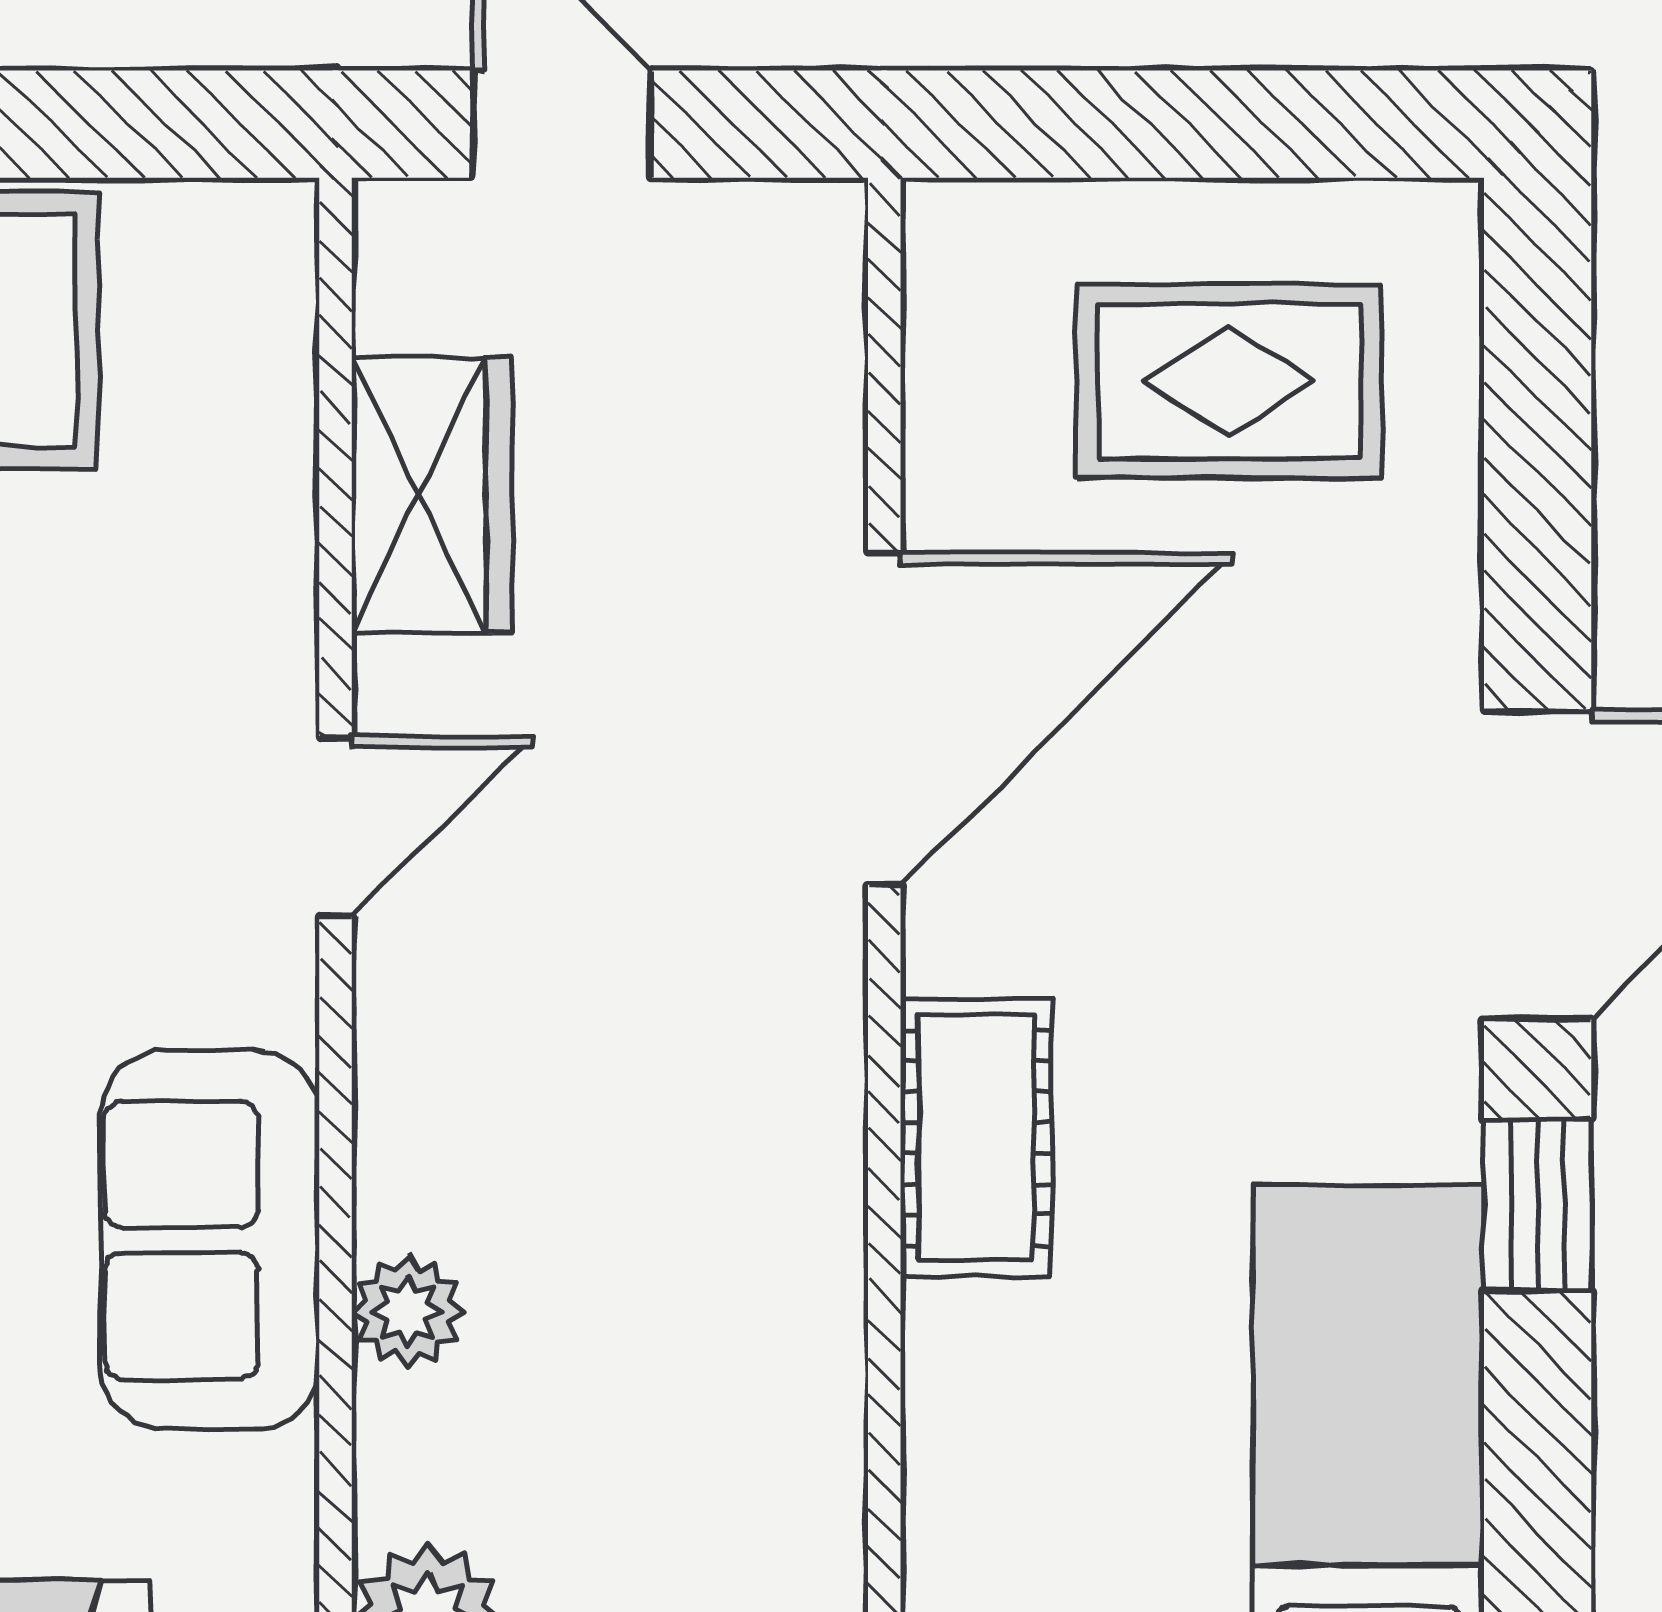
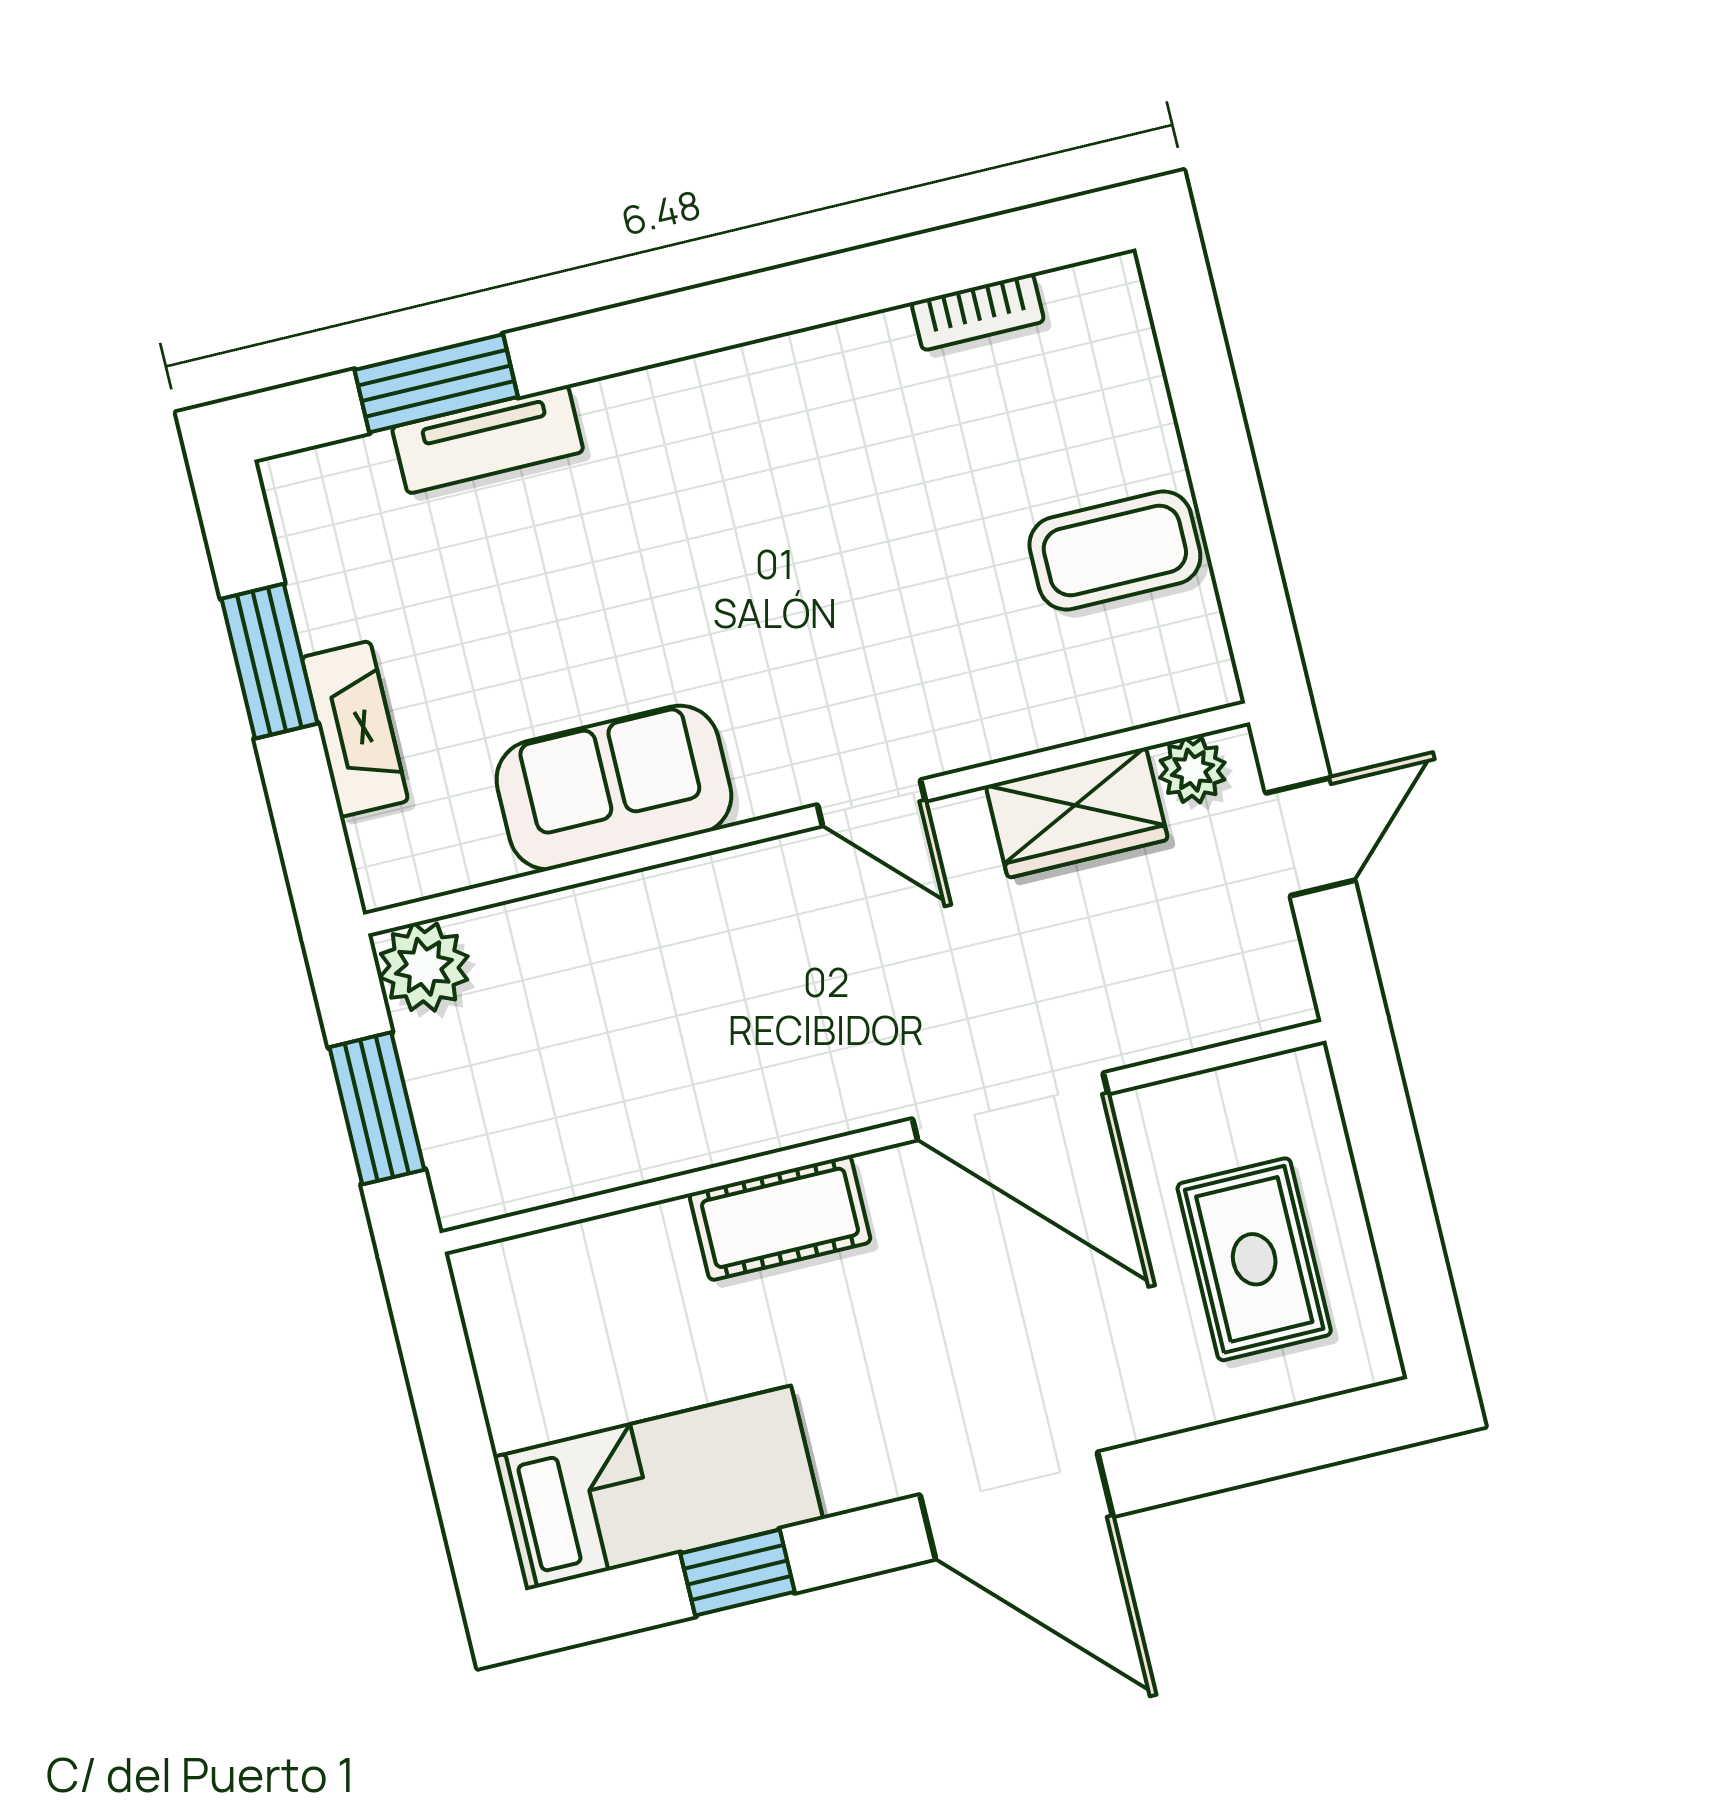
window: (1538, 1205) -> (737, 1573), moved
plant: (408, 1311) -> (1192, 770), moved

